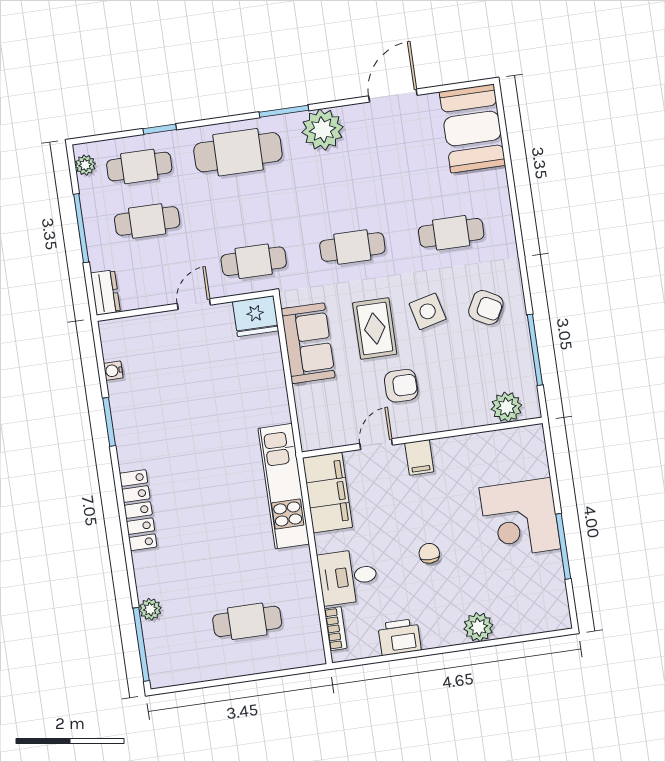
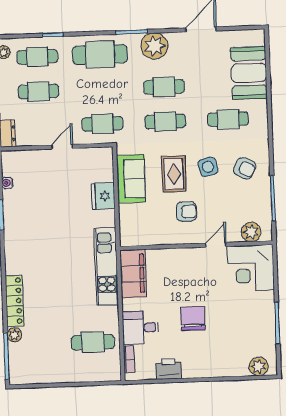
booth: (472, 128) -> (249, 73), moved
cafe table: (345, 193) -> (164, 87), added
fridge: (256, 316) -> (103, 196), moved, turned 90
door: (376, 444) -> (216, 245), moved
filing cabinet: (419, 457) -> (193, 258), removed
locker: (138, 510) -> (15, 301), moved
corner desk: (520, 518) -> (251, 268), moved
chair: (429, 553) -> (193, 318), width x1.87, depth x1.87
cafe table: (247, 621) -> (93, 342), moved
plant: (478, 627) -> (259, 366), moved

